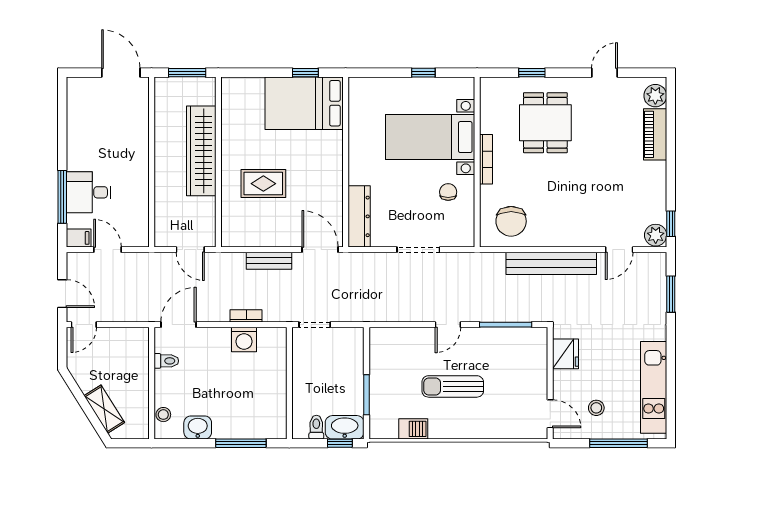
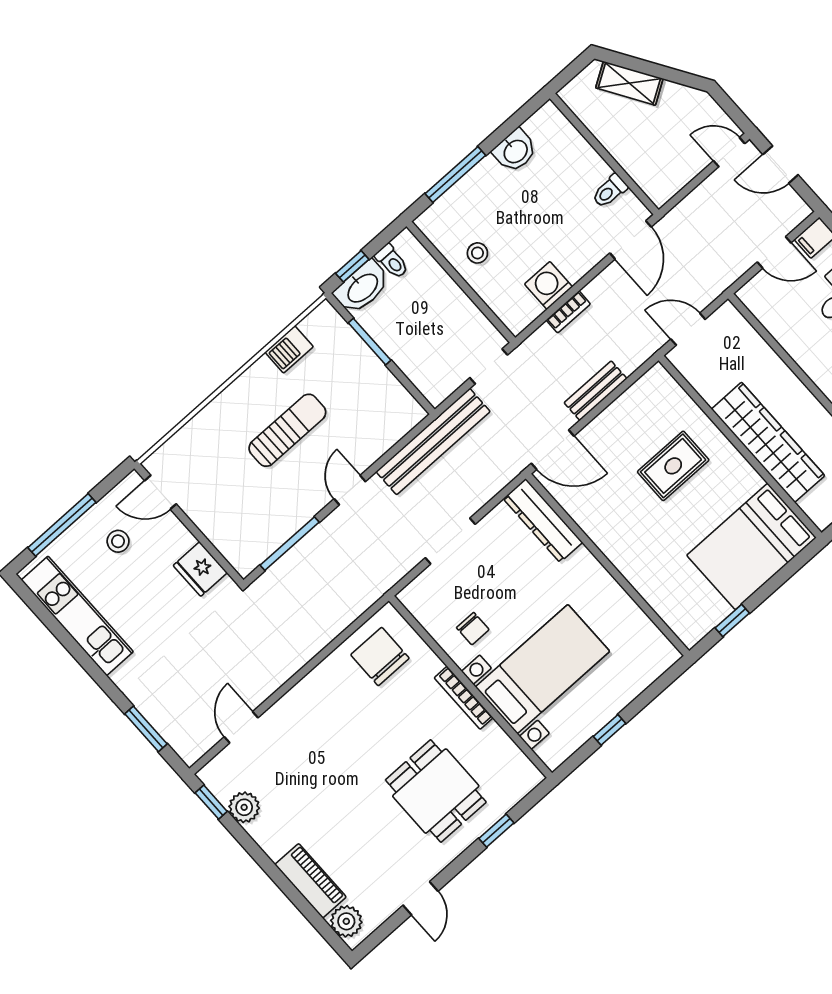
bed: (304, 103) -> (751, 546), moved, turned 180
plant: (656, 235) -> (244, 807), moved
bench: (551, 263) -> (433, 442), moved
door: (84, 325) -> (729, 152), hinge flipped
stool: (163, 415) -> (477, 253), moved

